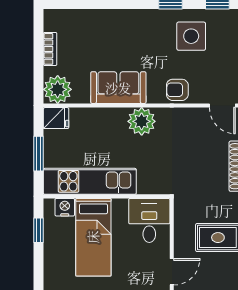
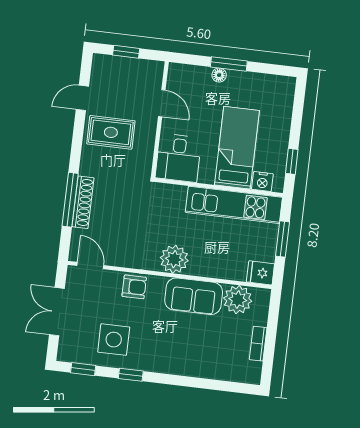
plant: (58, 89) -> (238, 300), moved
door: (172, 272) -> (162, 103), swing flipped

